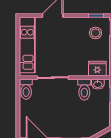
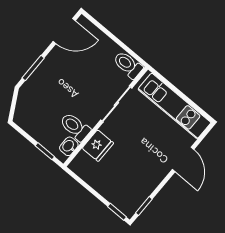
stool: (95, 33) -> (126, 190), removed
fridge: (97, 69) -> (98, 146), moved

